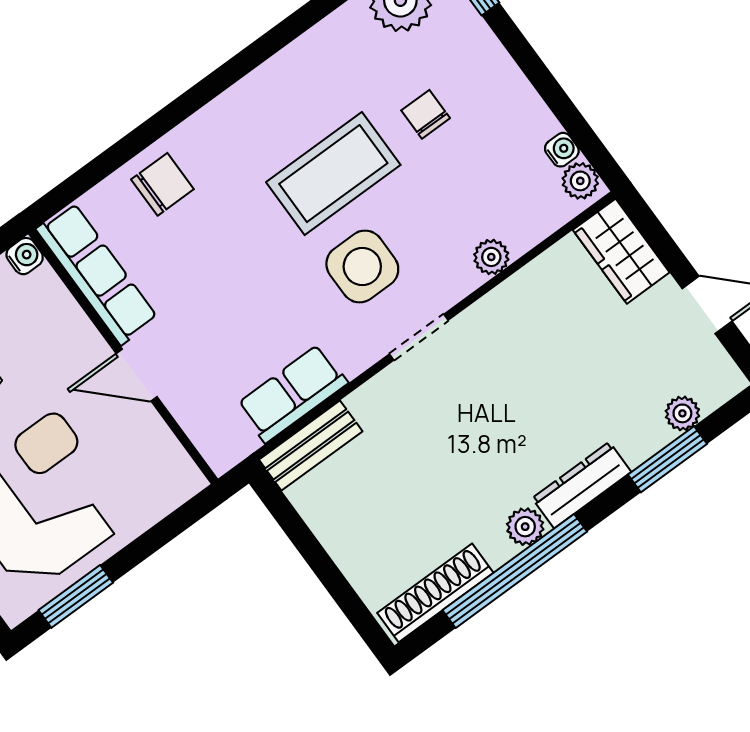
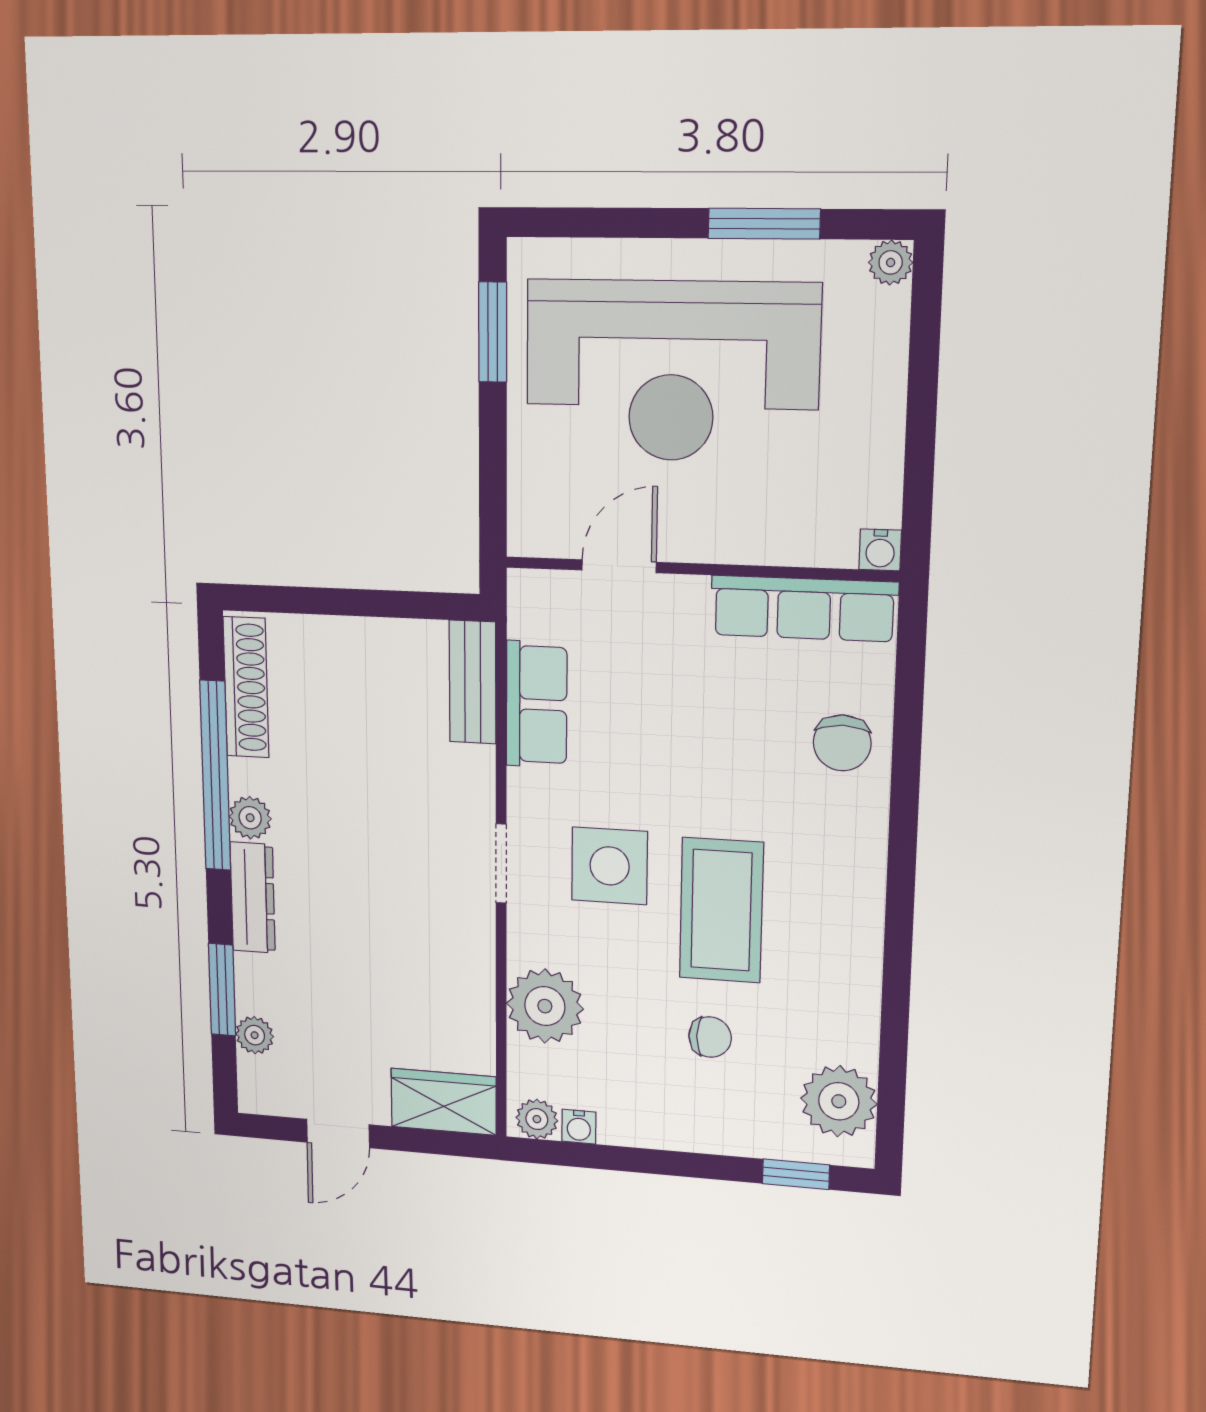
plant: (491, 257) -> (545, 1006), width x1.87, depth x1.87
door: (137, 375) -> (619, 566), moved

